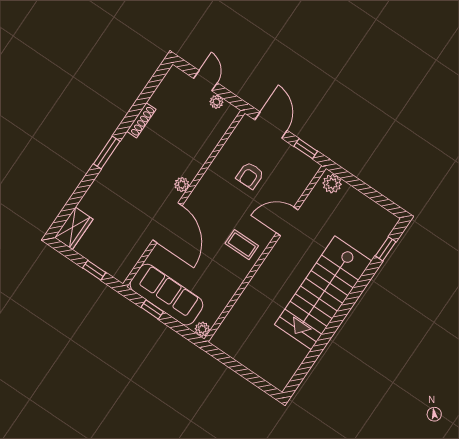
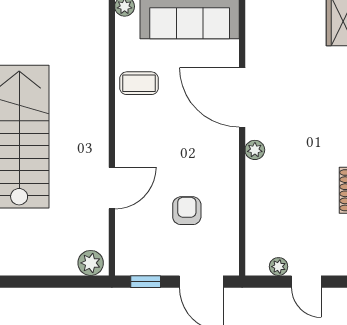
coffee table: (242, 245) -> (139, 83), moved

